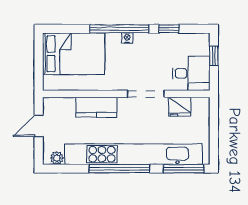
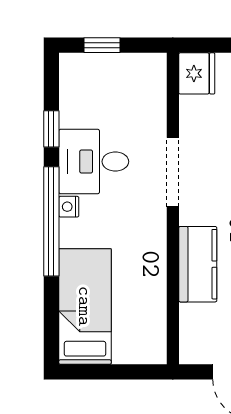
bed: (74, 54) -> (85, 306), width x0.67
desk: (191, 73) -> (94, 162), moved, turned -90
fridge: (180, 107) -> (197, 73), moved

